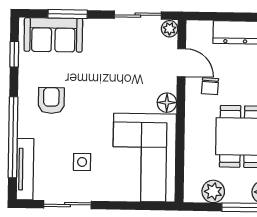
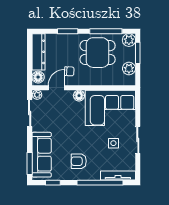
window: (68, 14) -> (30, 163), moved
floor lamp: (201, 31) -> (38, 77), added
sofa: (53, 35) -> (42, 155), width x1.36
sliding door: (67, 205) -> (138, 140), moved

